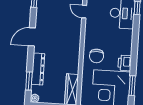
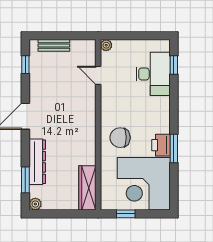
chair: (97, 56) -> (120, 138), turned 90
window: (132, 86) -> (174, 149), moved

